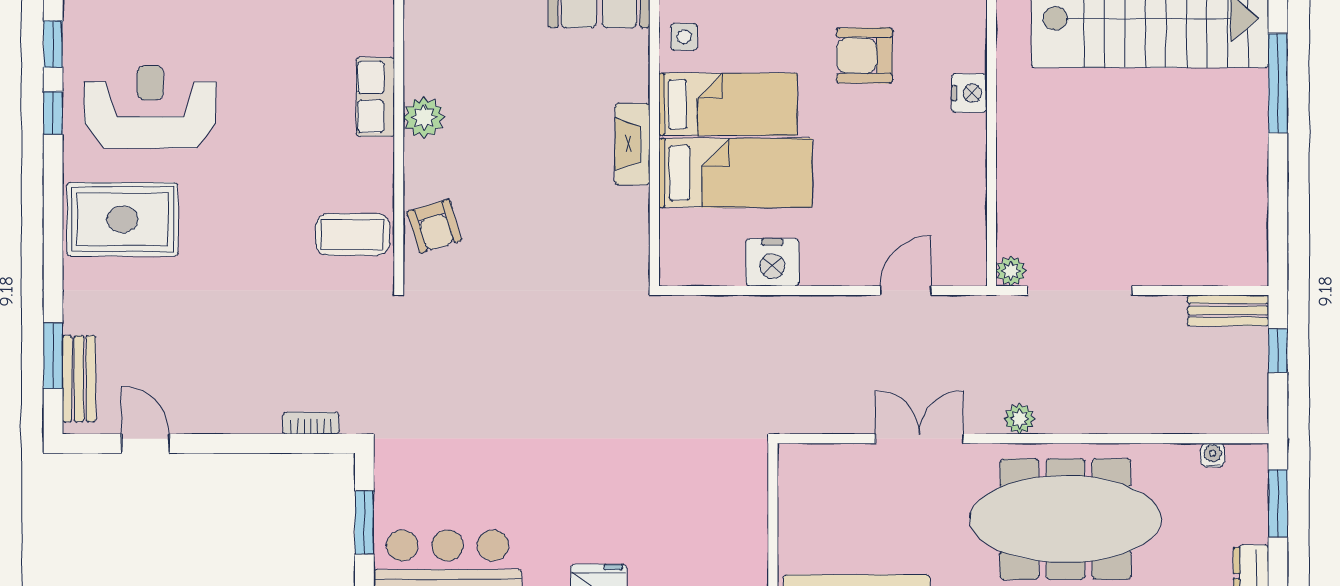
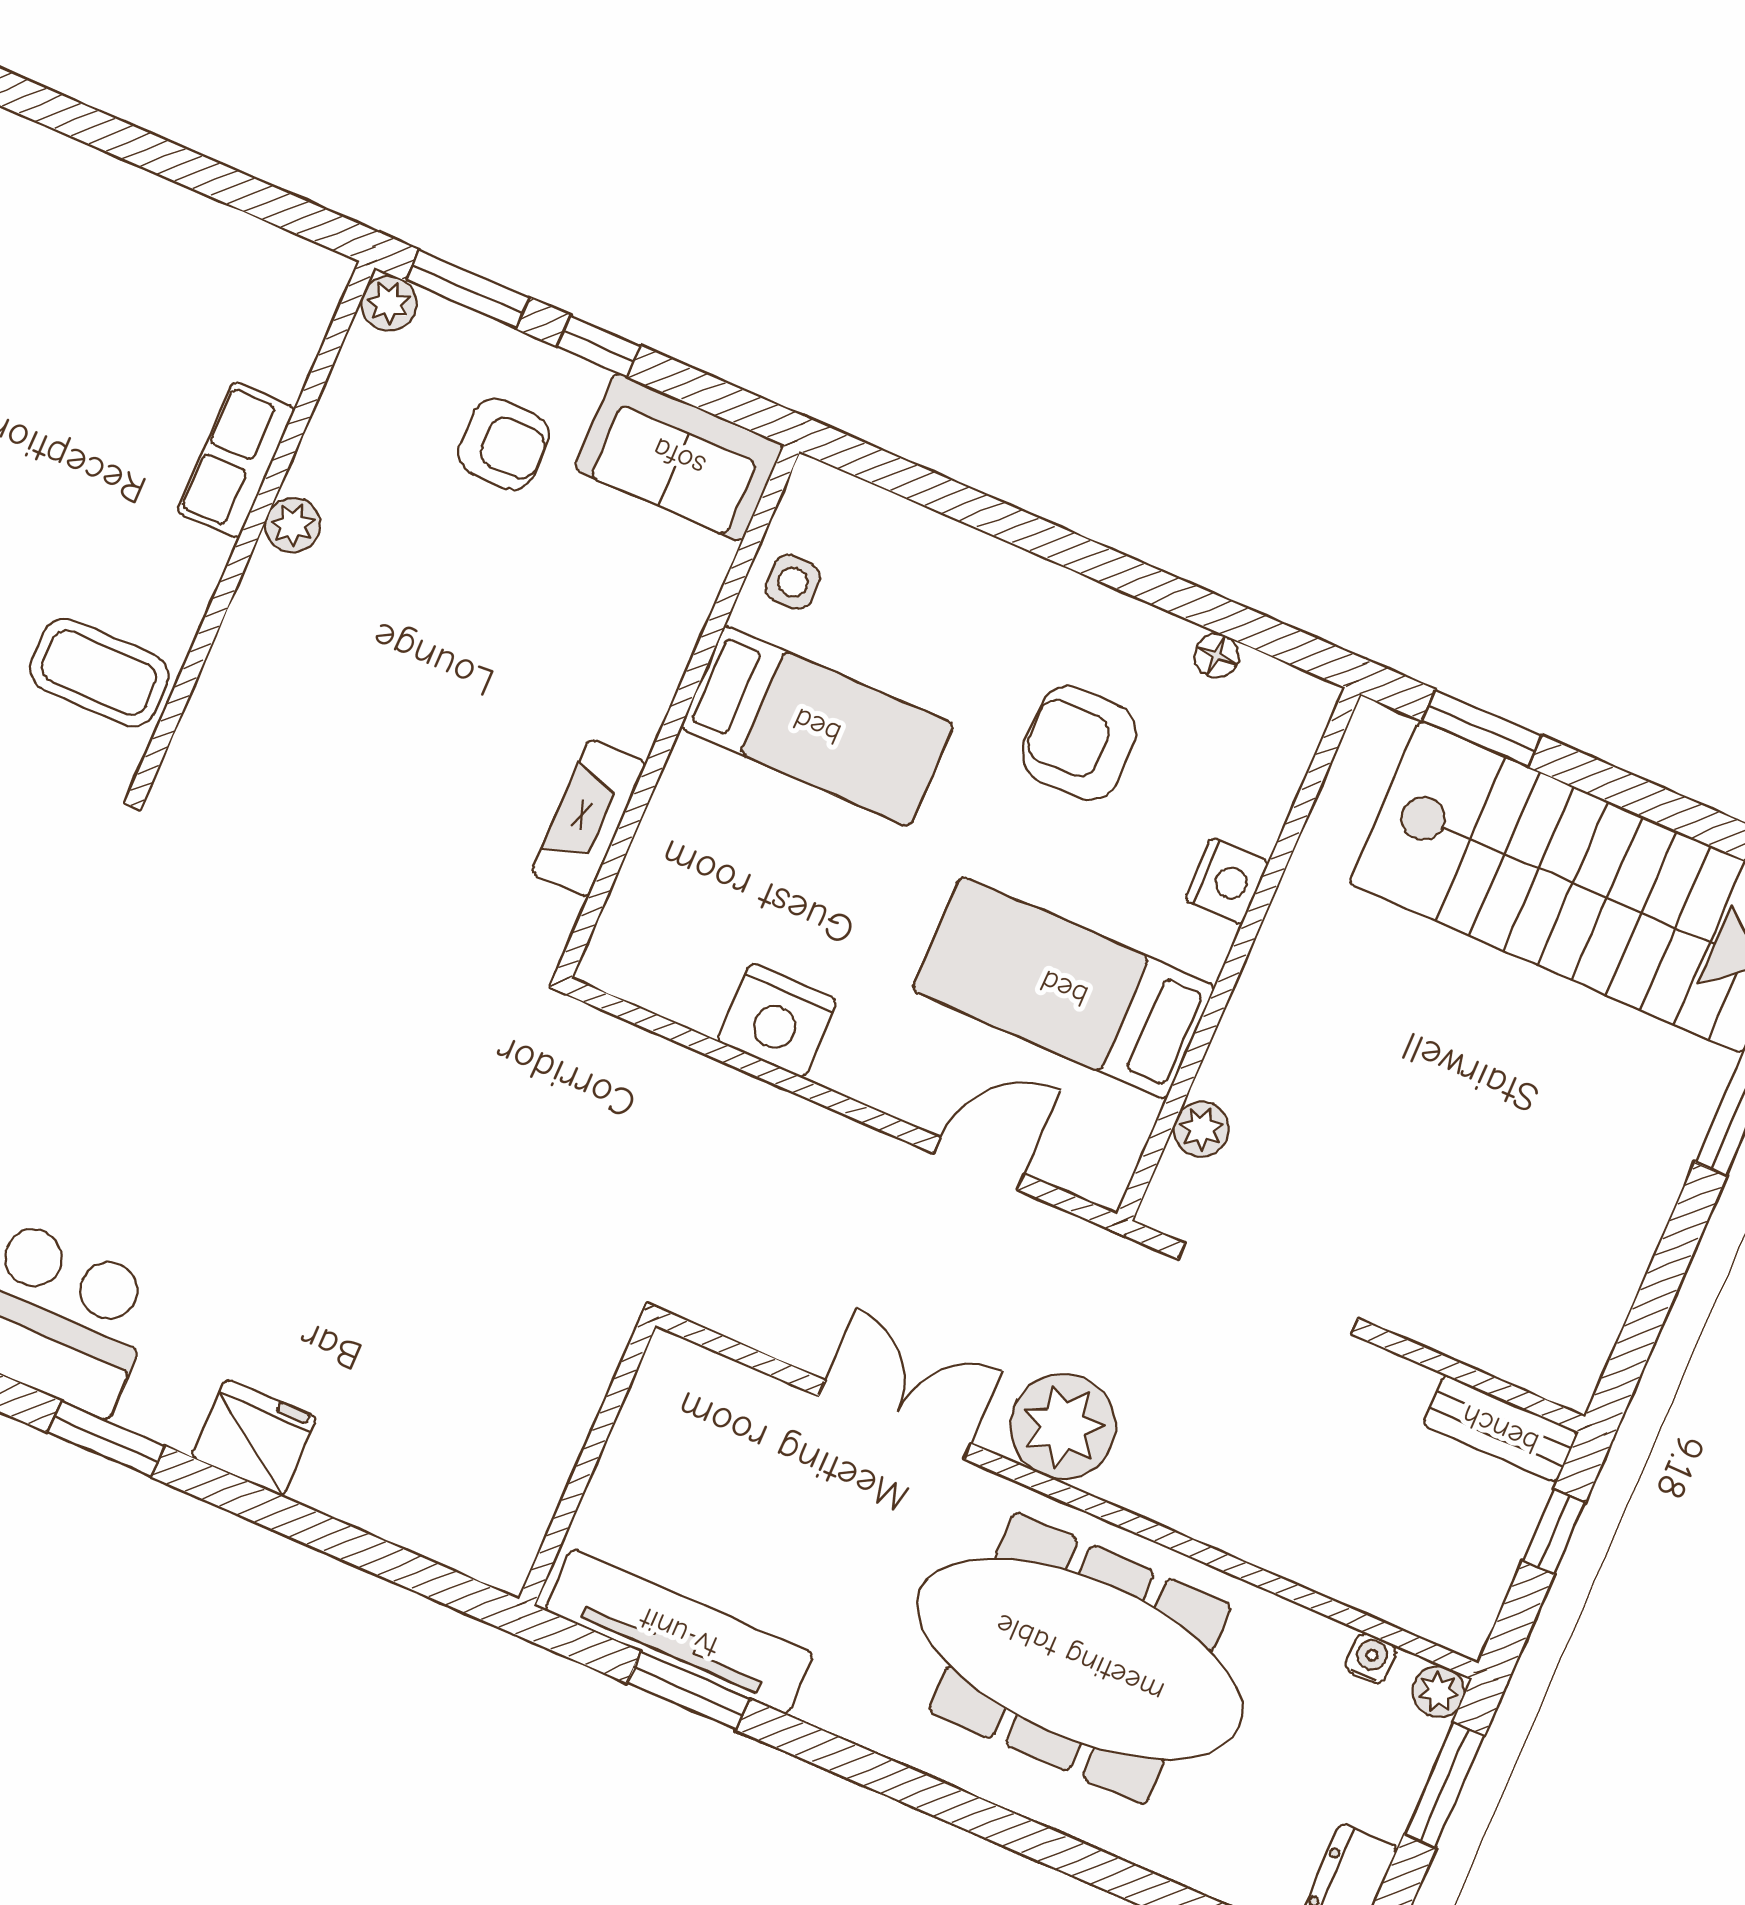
plant: (424, 117) -> (293, 525), width x0.73, depth x0.73
fireplace: (633, 144) -> (589, 818), moved
bed: (736, 173) -> (1064, 988), moved, turned 180
armchair: (434, 226) -> (504, 444), moved, turned -73
plant: (1011, 271) -> (1202, 1129), moved
plant: (1020, 419) -> (1063, 1426), width x1.88, depth x1.88
plant: (1254, 457) -> (1439, 1692), added

